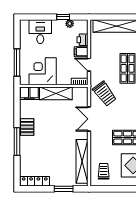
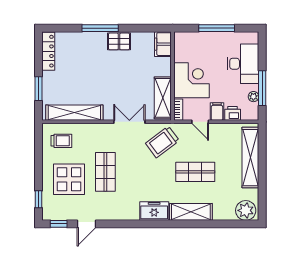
window: (63, 17) -> (262, 88), width x2.17
desk: (40, 32) -> (243, 64), width x1.37
window: (17, 63) -> (217, 28), moved
door: (89, 65) -> (200, 122), swing flipped
corner desk: (43, 71) -> (192, 80), moved
shelving: (56, 93) -> (163, 98), moved

